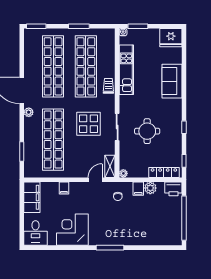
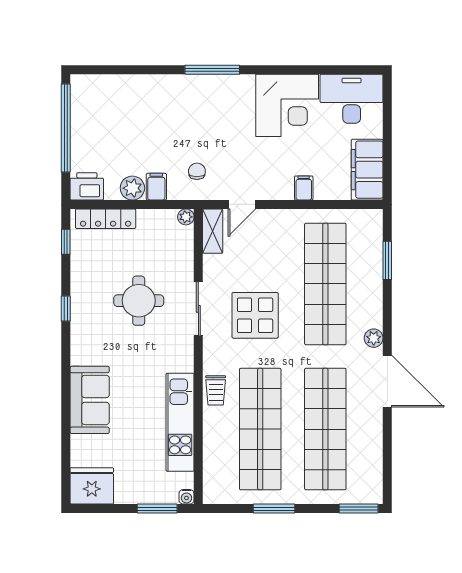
desk: (36, 233) -> (352, 99), width x1.37

